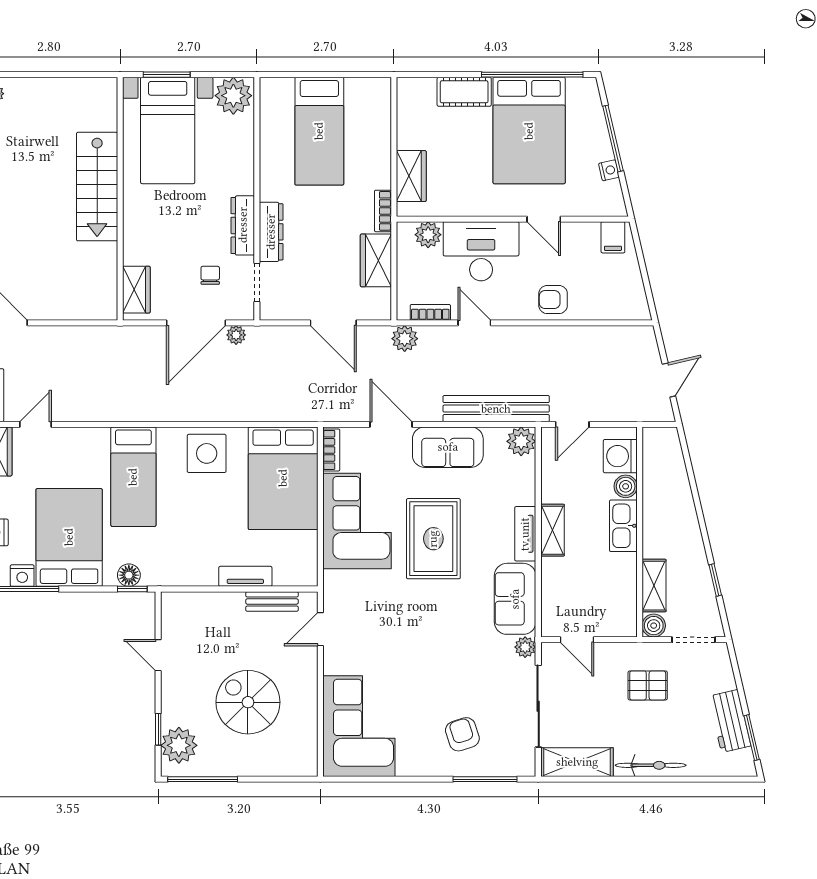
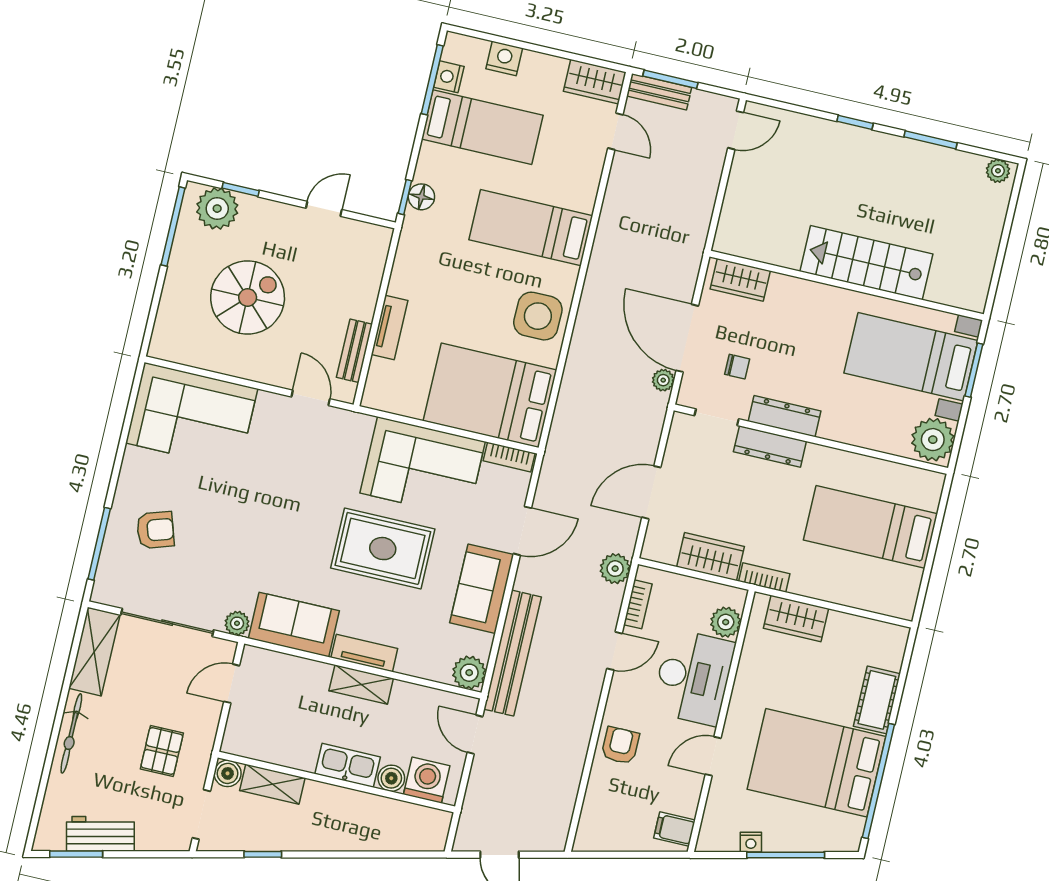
bed: (69, 537) -> (482, 127), width x0.67

